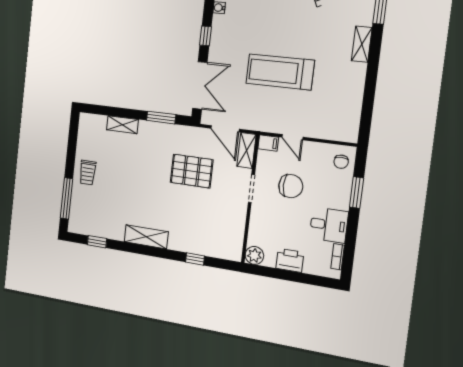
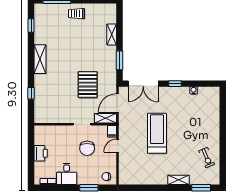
plant: (254, 255) -> (40, 131), removed

